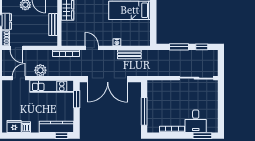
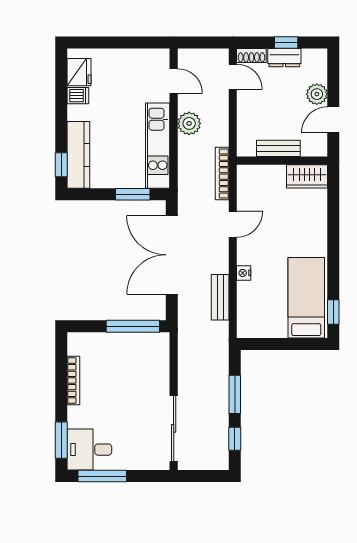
door: (16, 48) -> (233, 77), swing flipped
window: (144, 111) -> (133, 326), moved
window: (221, 115) -> (102, 476), added
desk: (196, 121) -> (89, 450), moved

